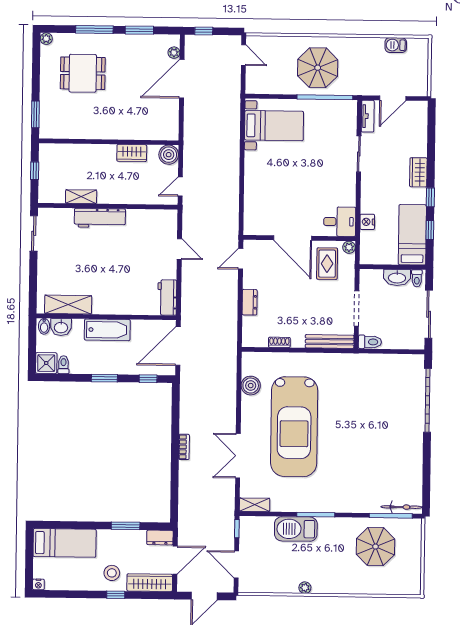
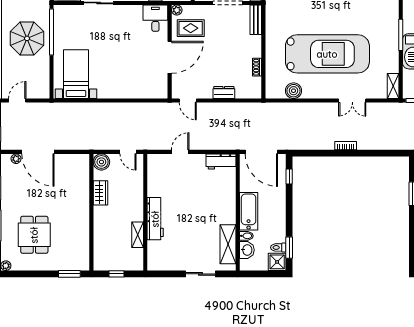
sliding door: (34, 233) -> (201, 274), moved
bidet: (44, 326) -> (246, 236), moved
bench: (330, 342) -> (256, 20), width x0.73
window: (104, 378) -> (289, 248), moved
double door: (238, 456) -> (352, 101), width x0.73

